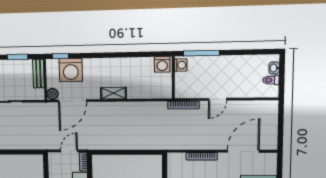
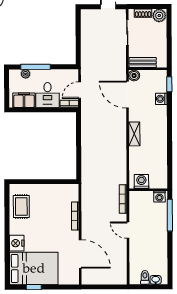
window: (18, 57) -> (169, 43), removed
washing machine: (162, 64) -> (141, 181), moved, turned 90
washing machine: (71, 70) -> (161, 99), width x0.53, depth x0.53
bench: (38, 74) -> (143, 62), moved
door: (69, 151) -> (80, 90), swing flipped

